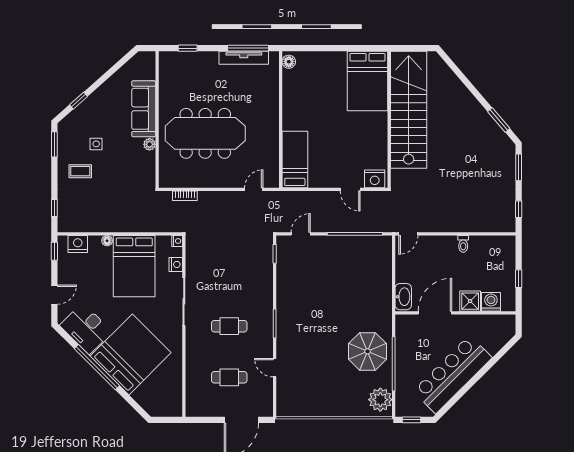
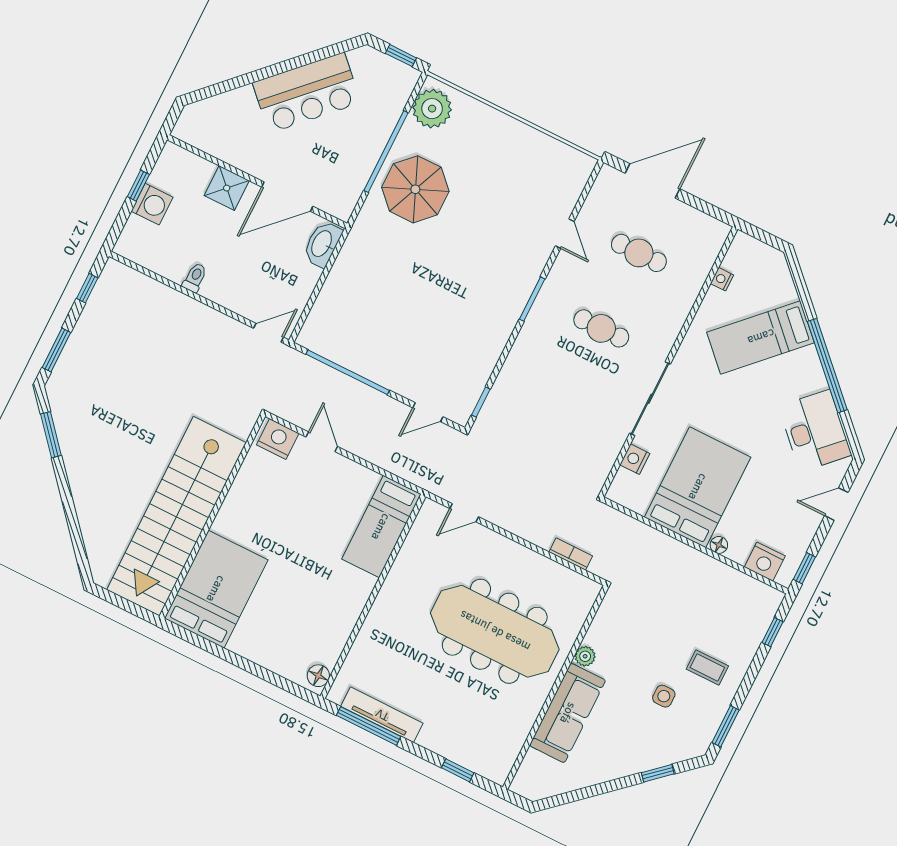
nightstand: (177, 241) -> (722, 279), moved
washing machine: (491, 302) -> (152, 204), moved, turned -90
bed: (131, 354) -> (761, 337), width x0.49
bar counter: (453, 374) -> (307, 93), width x0.73

